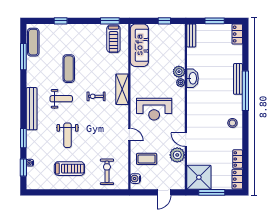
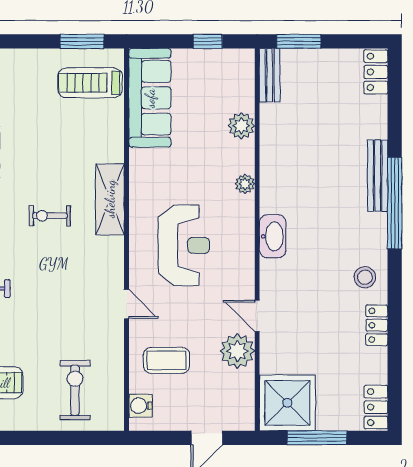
window: (215, 21) -> (299, 41), moved
treadmill: (113, 39) -> (90, 83), turned 90
plant: (179, 72) -> (241, 126), moved
washbasin: (193, 78) -> (273, 236), moved
reception desk: (154, 109) -> (184, 245), turned -90
locker: (238, 159) -> (377, 325), moved

